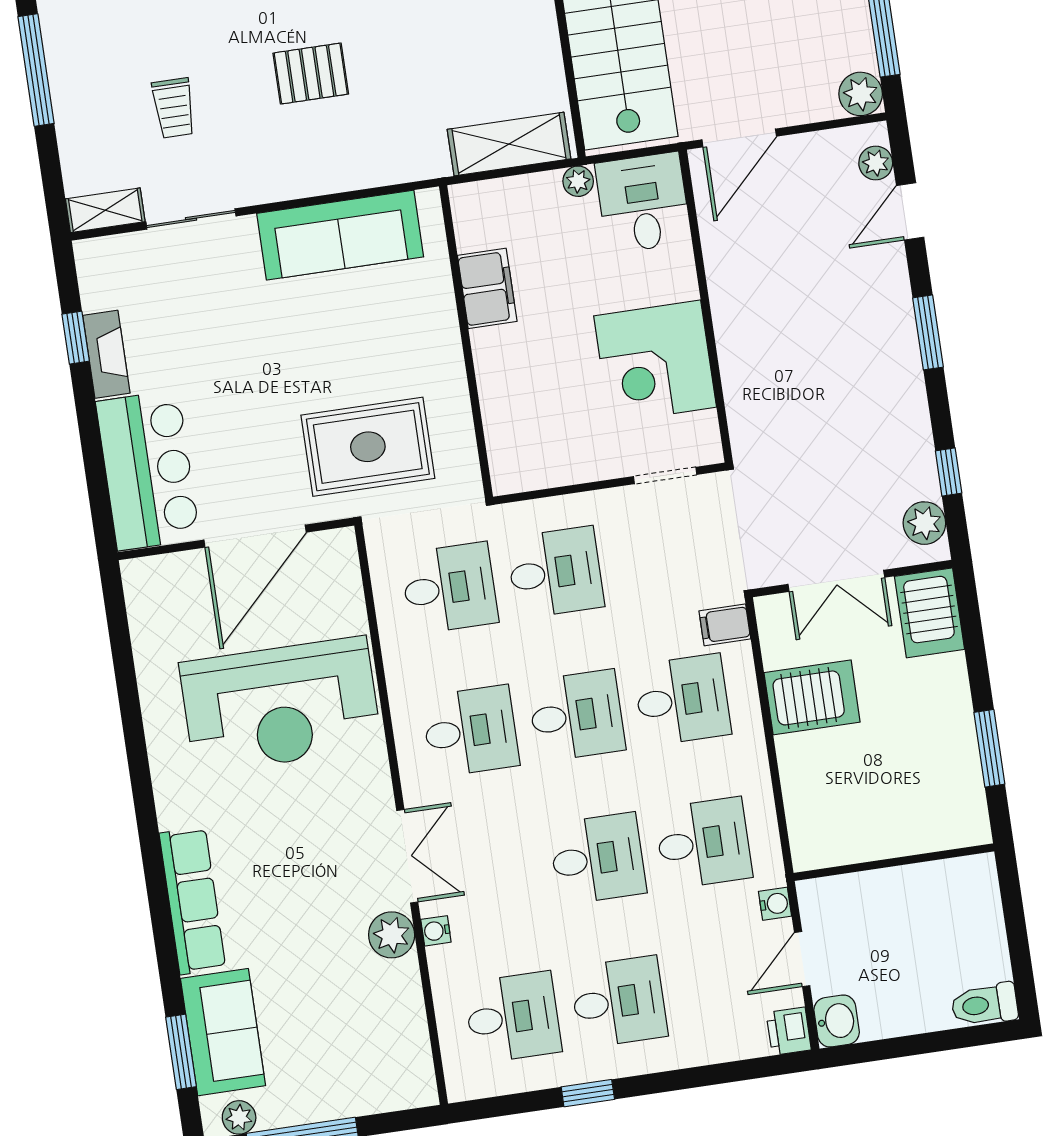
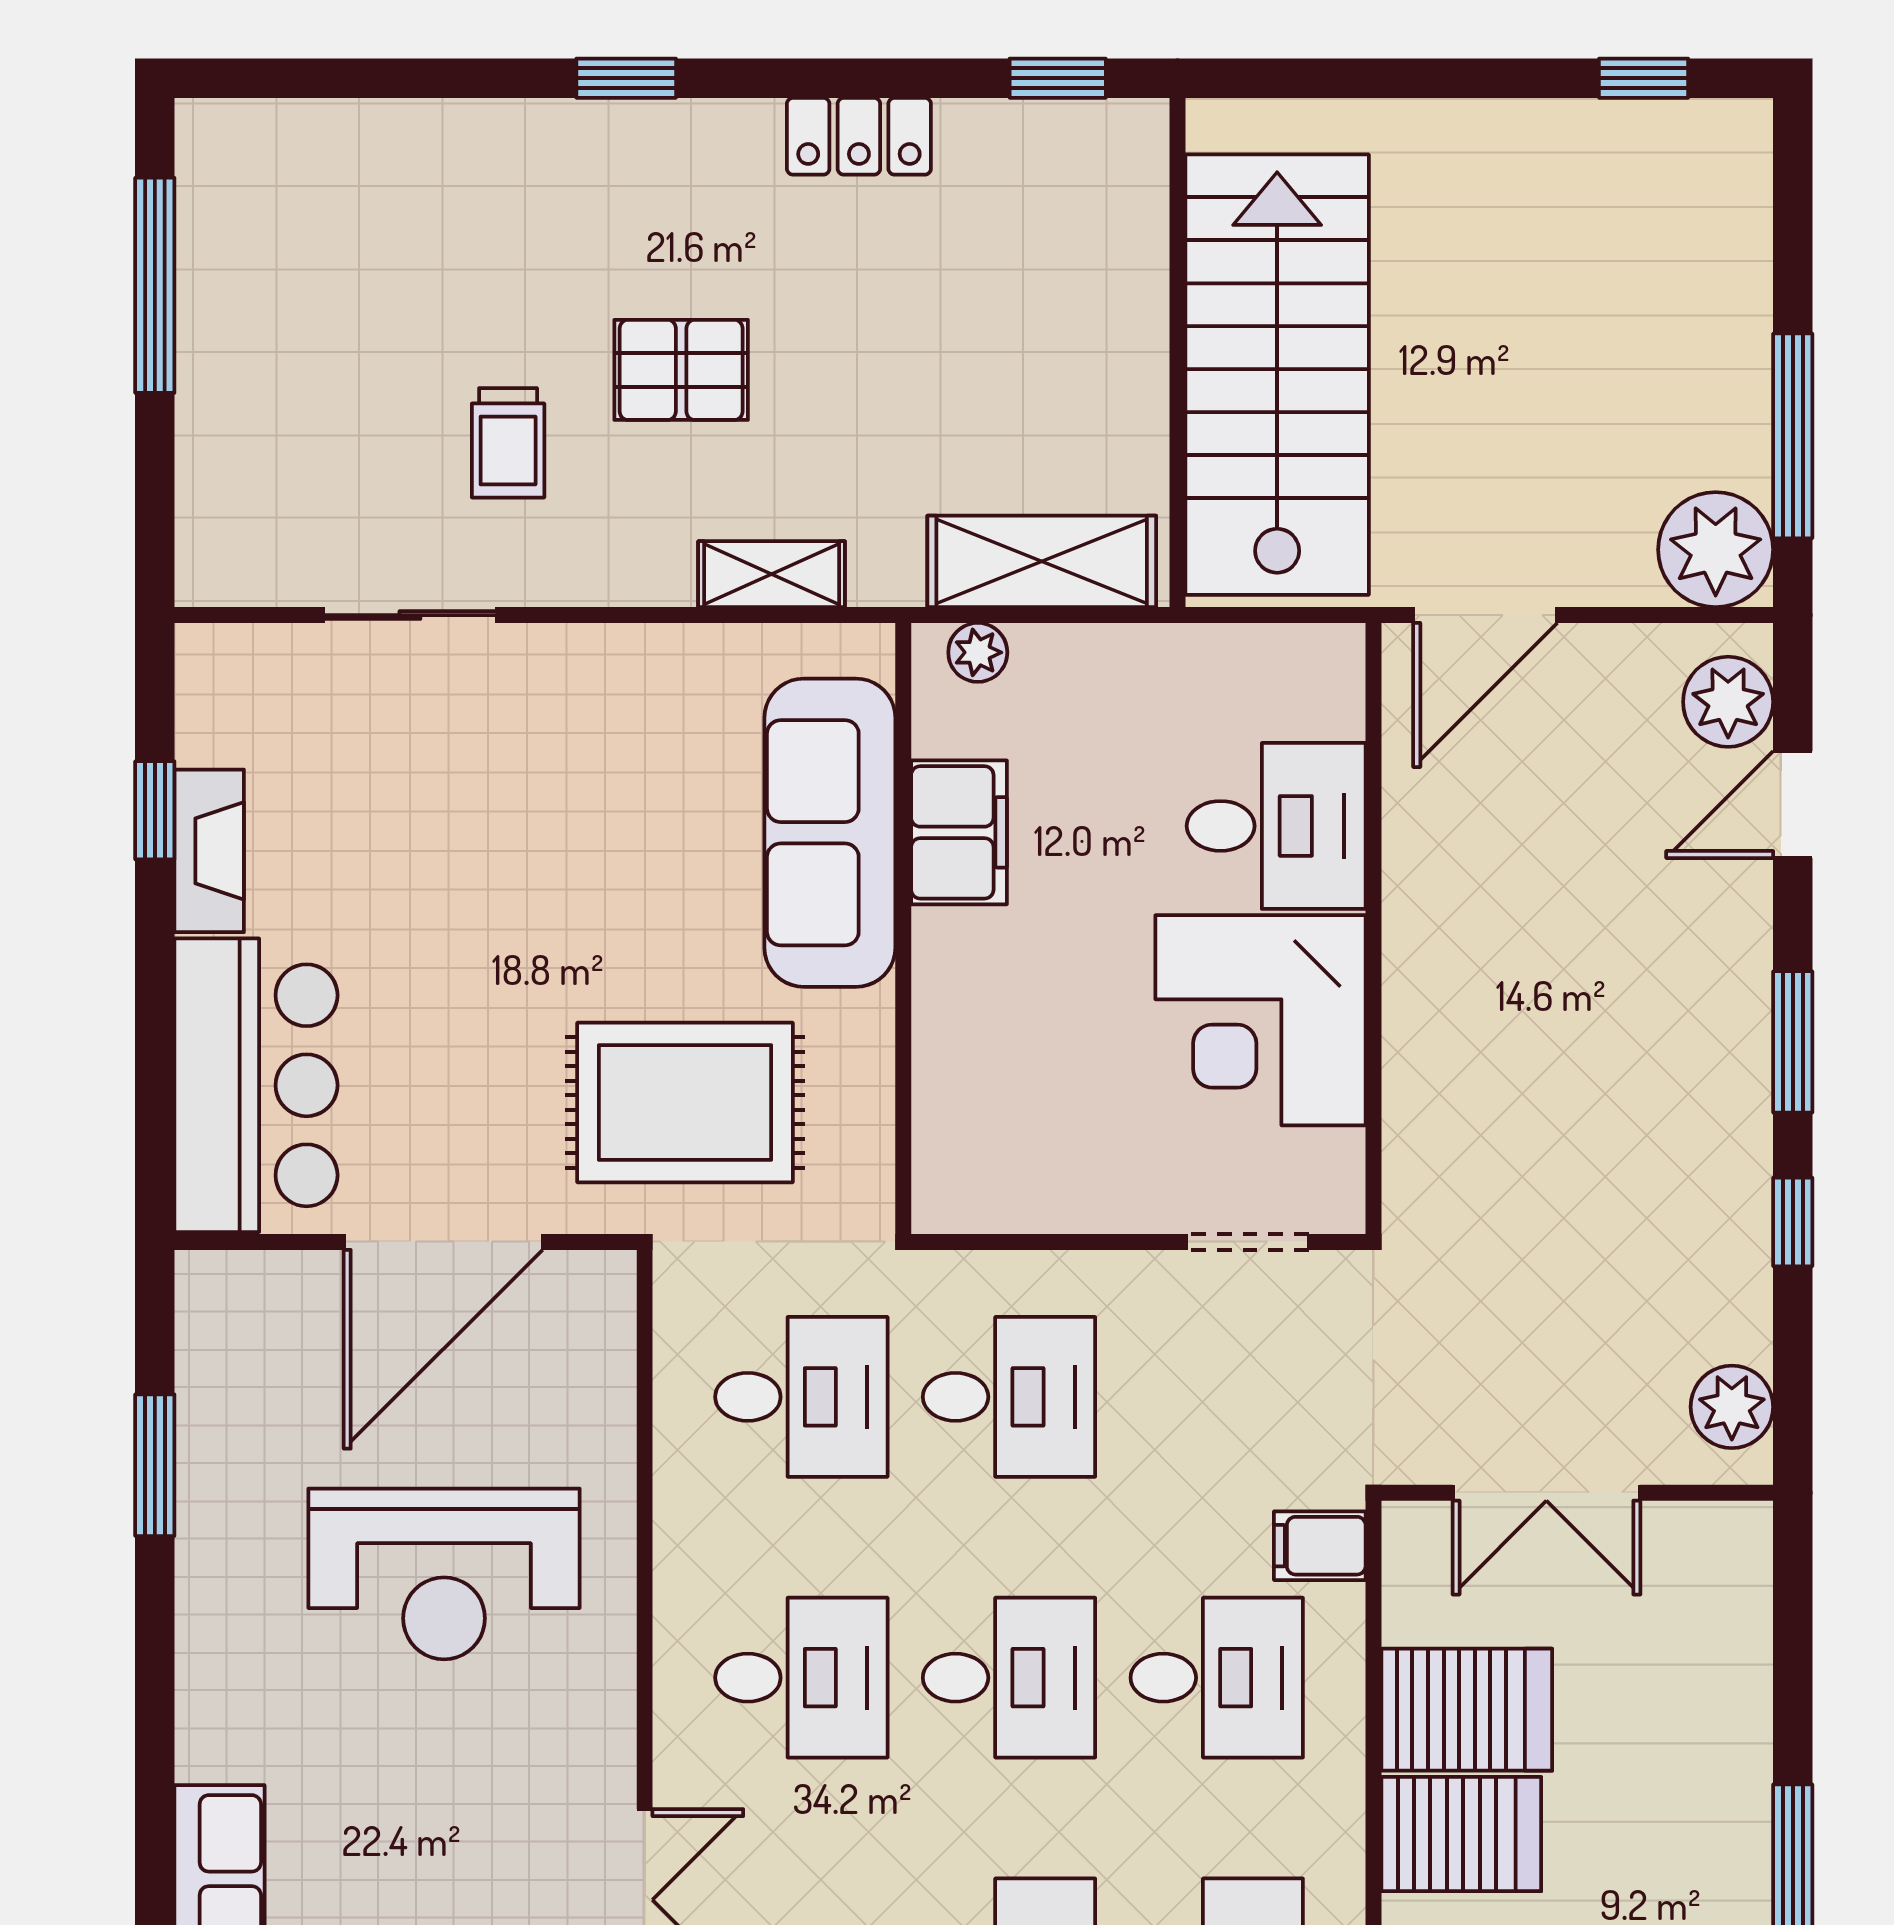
plant: (861, 94) -> (1716, 550), width x1.36, depth x1.36
trolley: (174, 108) -> (508, 443), moved
plant: (876, 163) -> (1728, 702), width x1.38, depth x1.38
plant: (578, 181) -> (978, 652), moved
desk: (643, 203) -> (1276, 826), moved, turned 90
shelving: (105, 210) -> (772, 574), moved
sofa: (340, 235) -> (830, 833), moved, turned 90
window: (949, 472) -> (1793, 1222), moved
server rack: (929, 613) -> (1461, 1834), moved, turned -90
window: (125, 672) -> (155, 1465), added
reception desk: (280, 705) -> (444, 1574), width x0.74, depth x0.77

